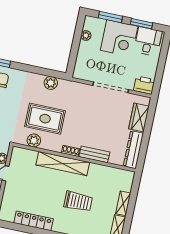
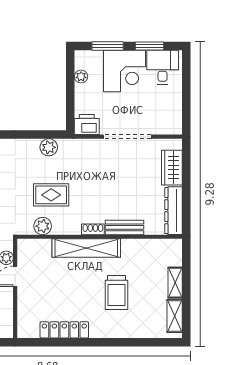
printer: (144, 85) -> (87, 125), moved
rug: (45, 119) -> (51, 195), width x0.73, depth x0.70
trolley: (78, 201) -> (116, 293), turned 90

